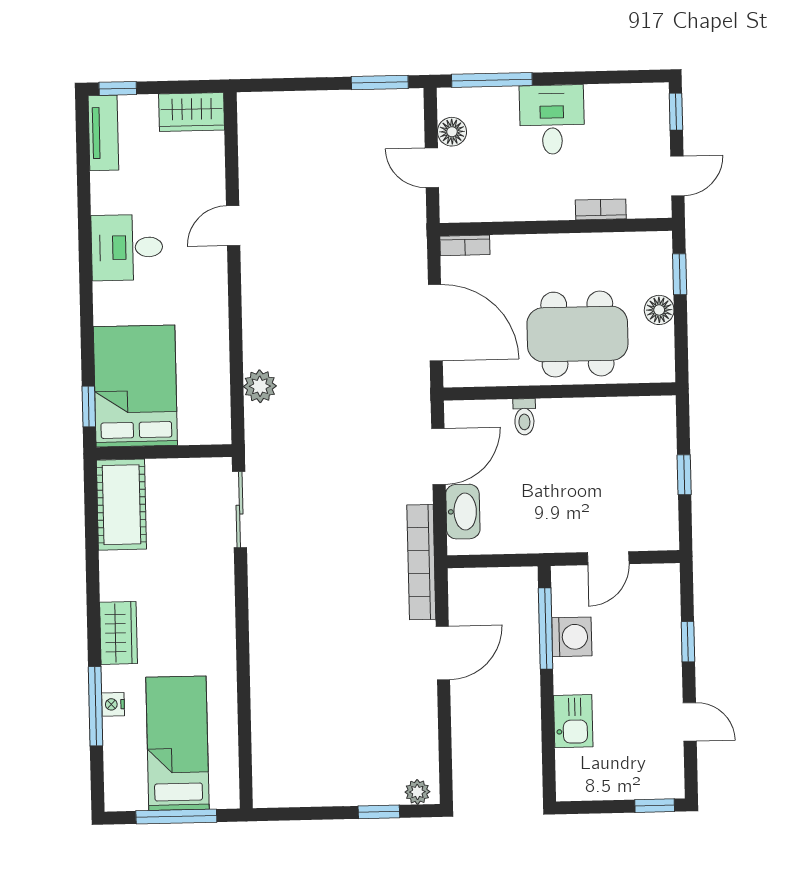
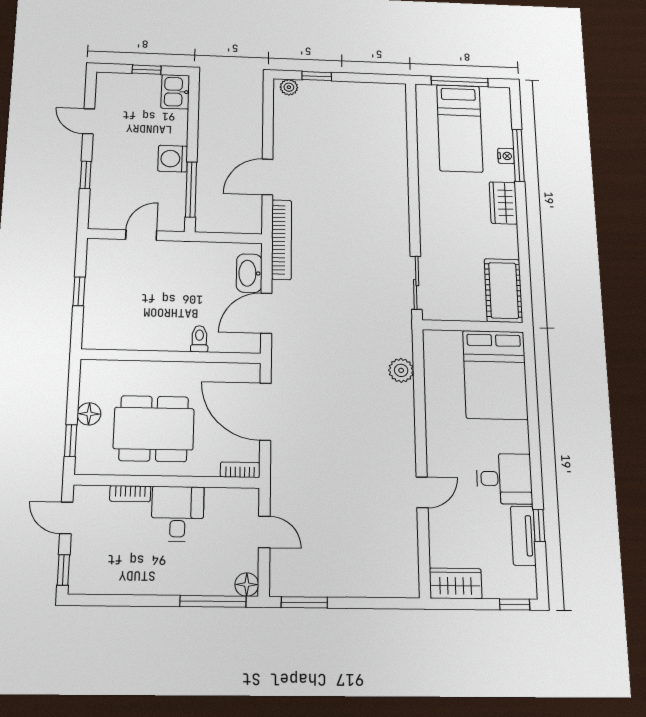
desk: (552, 120) -> (178, 514), moved, turned 180
floor lamp: (452, 132) -> (247, 585), moved
tv unit: (103, 133) -> (523, 536), moved
door: (677, 176) -> (66, 518), hinge flipped
dining table: (577, 334) -> (154, 429), moved
window: (89, 407) -> (539, 525), moved
washing machine: (572, 637) -> (173, 159), moved
kitchen sink: (573, 721) -> (175, 92), moved
window: (655, 806) -> (147, 70), moved

